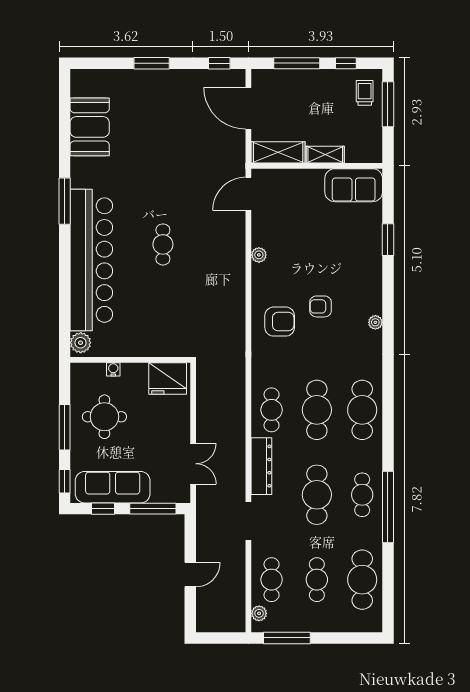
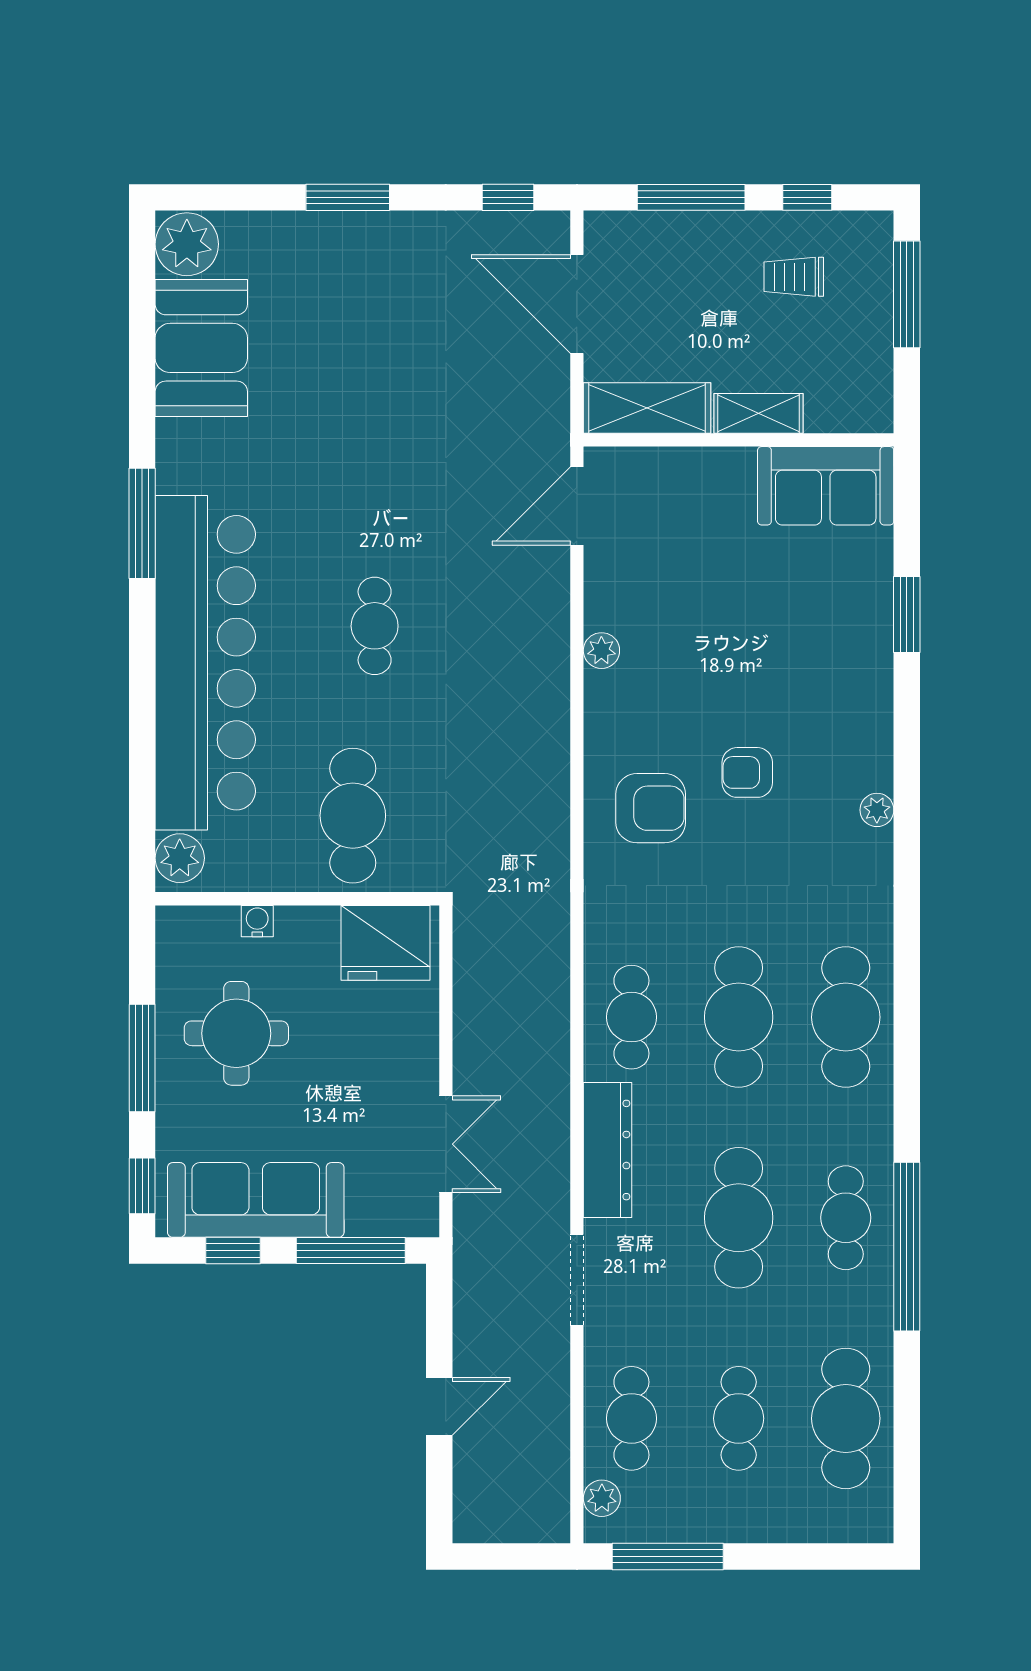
plant: (83, 83) -> (187, 244), added
trolley: (365, 93) -> (794, 277), moved, turned -90
cafe table: (154, 325) -> (353, 816), added

